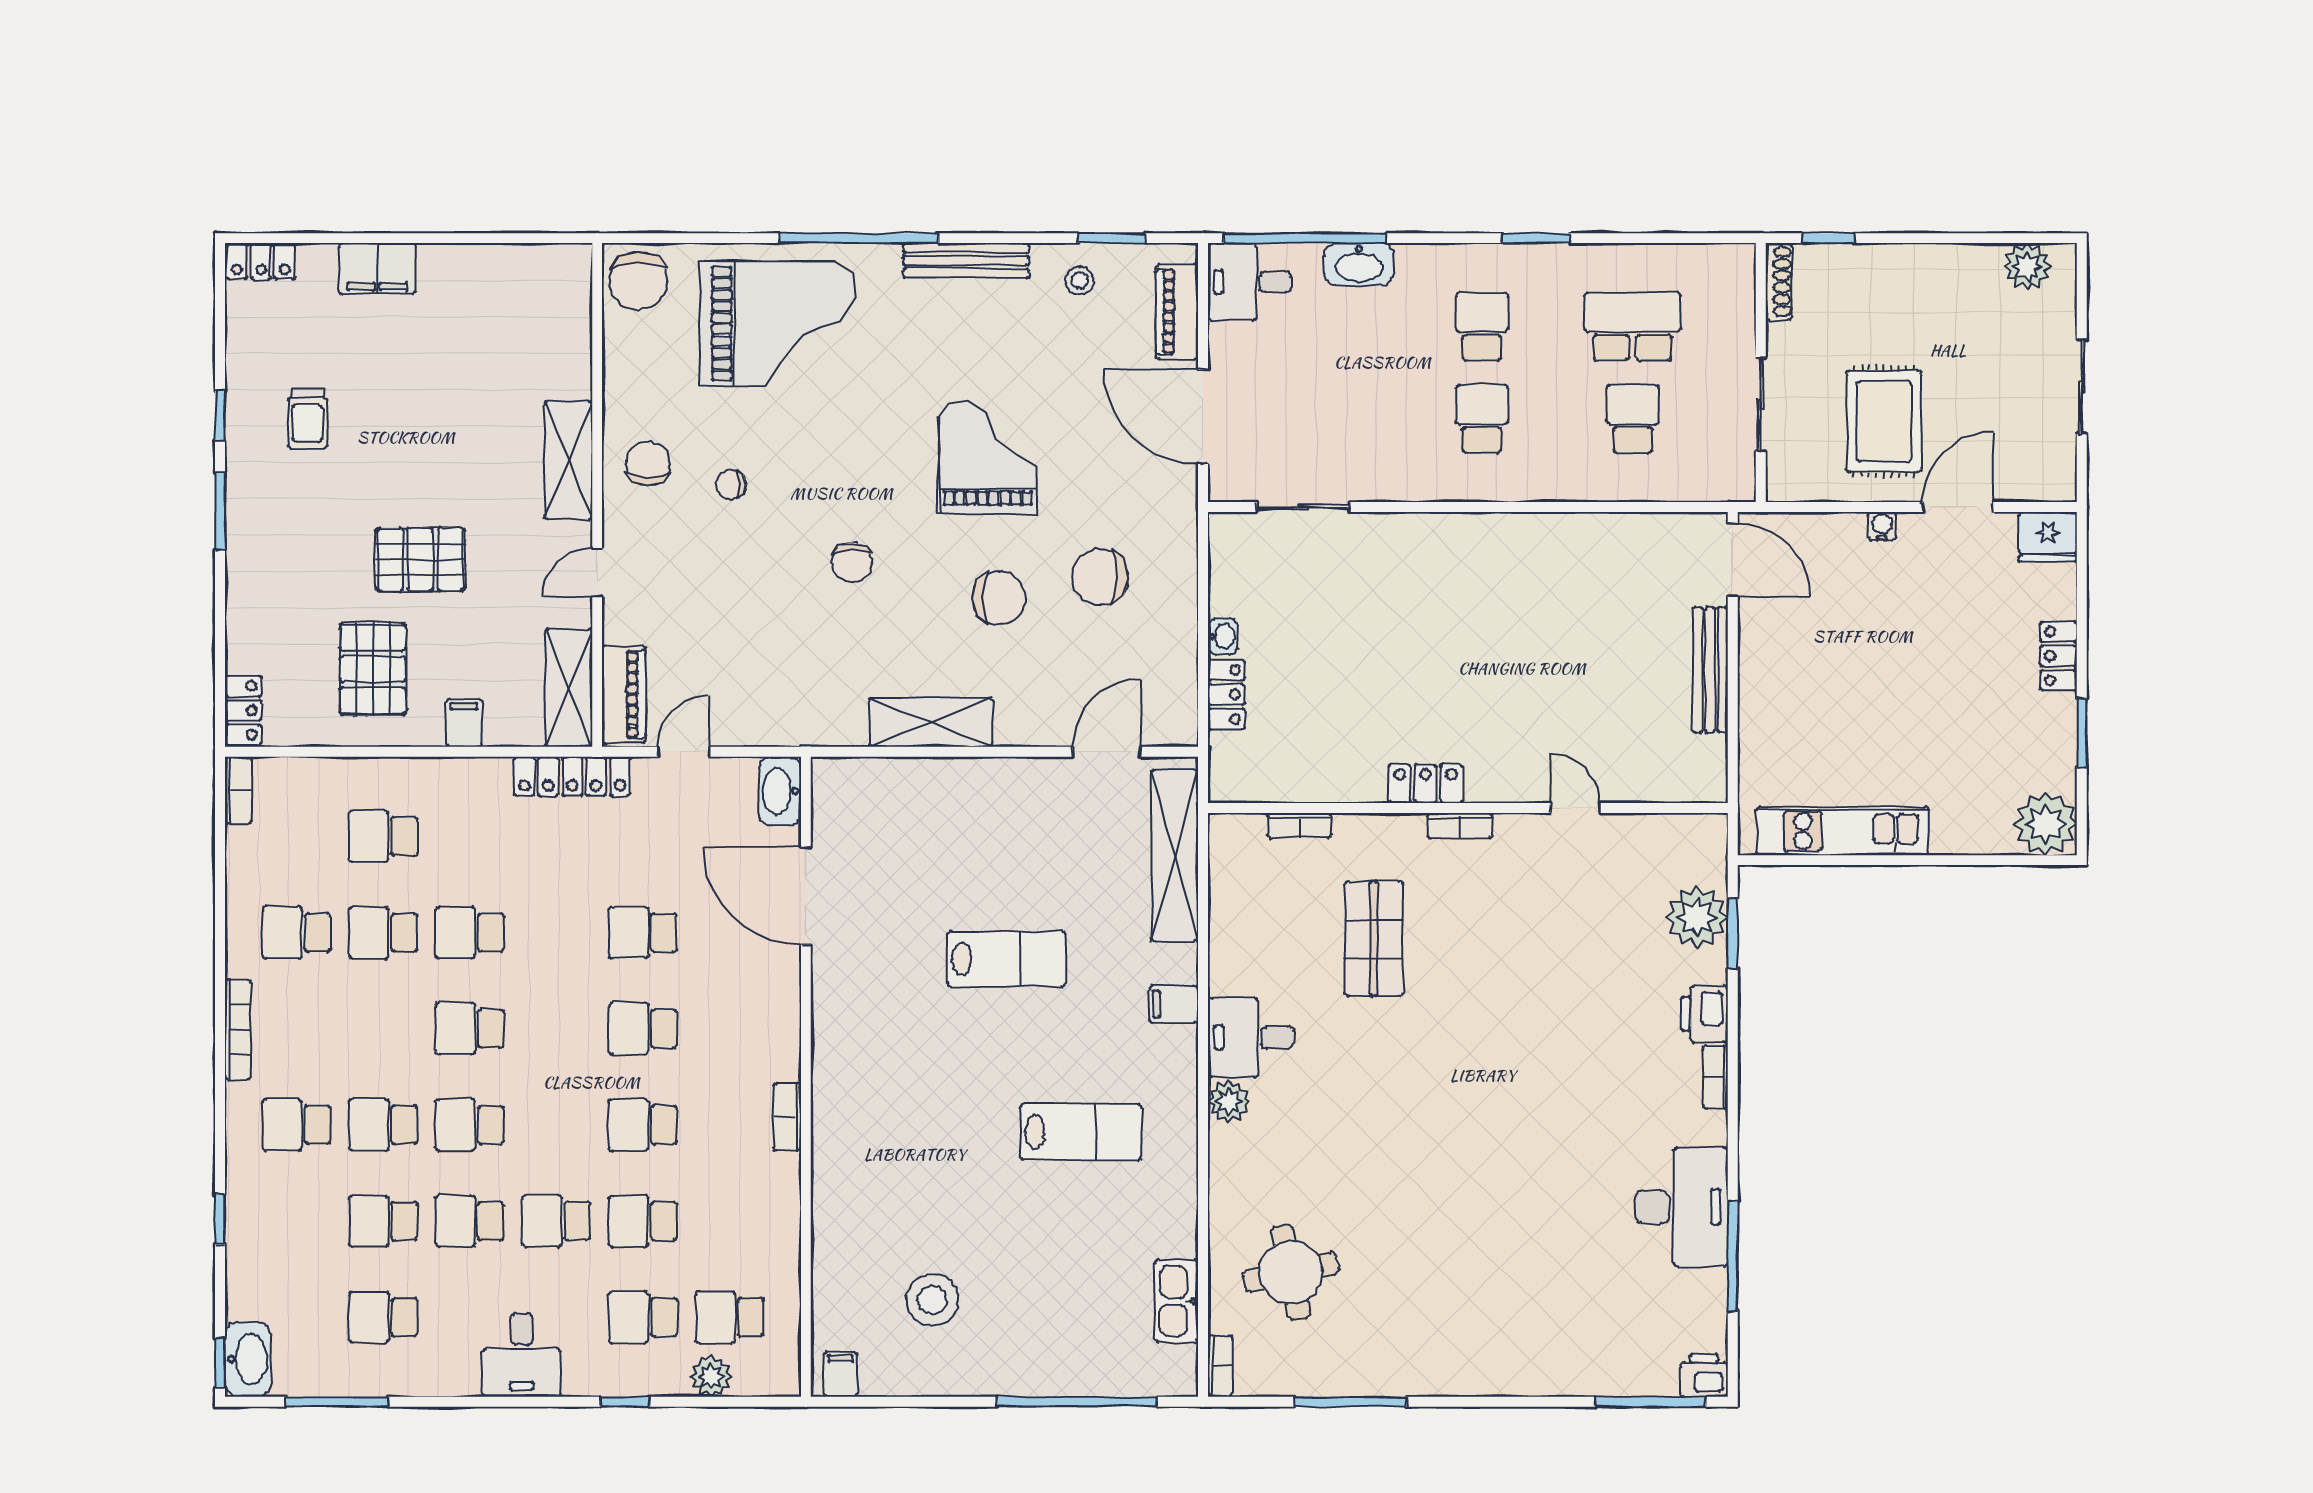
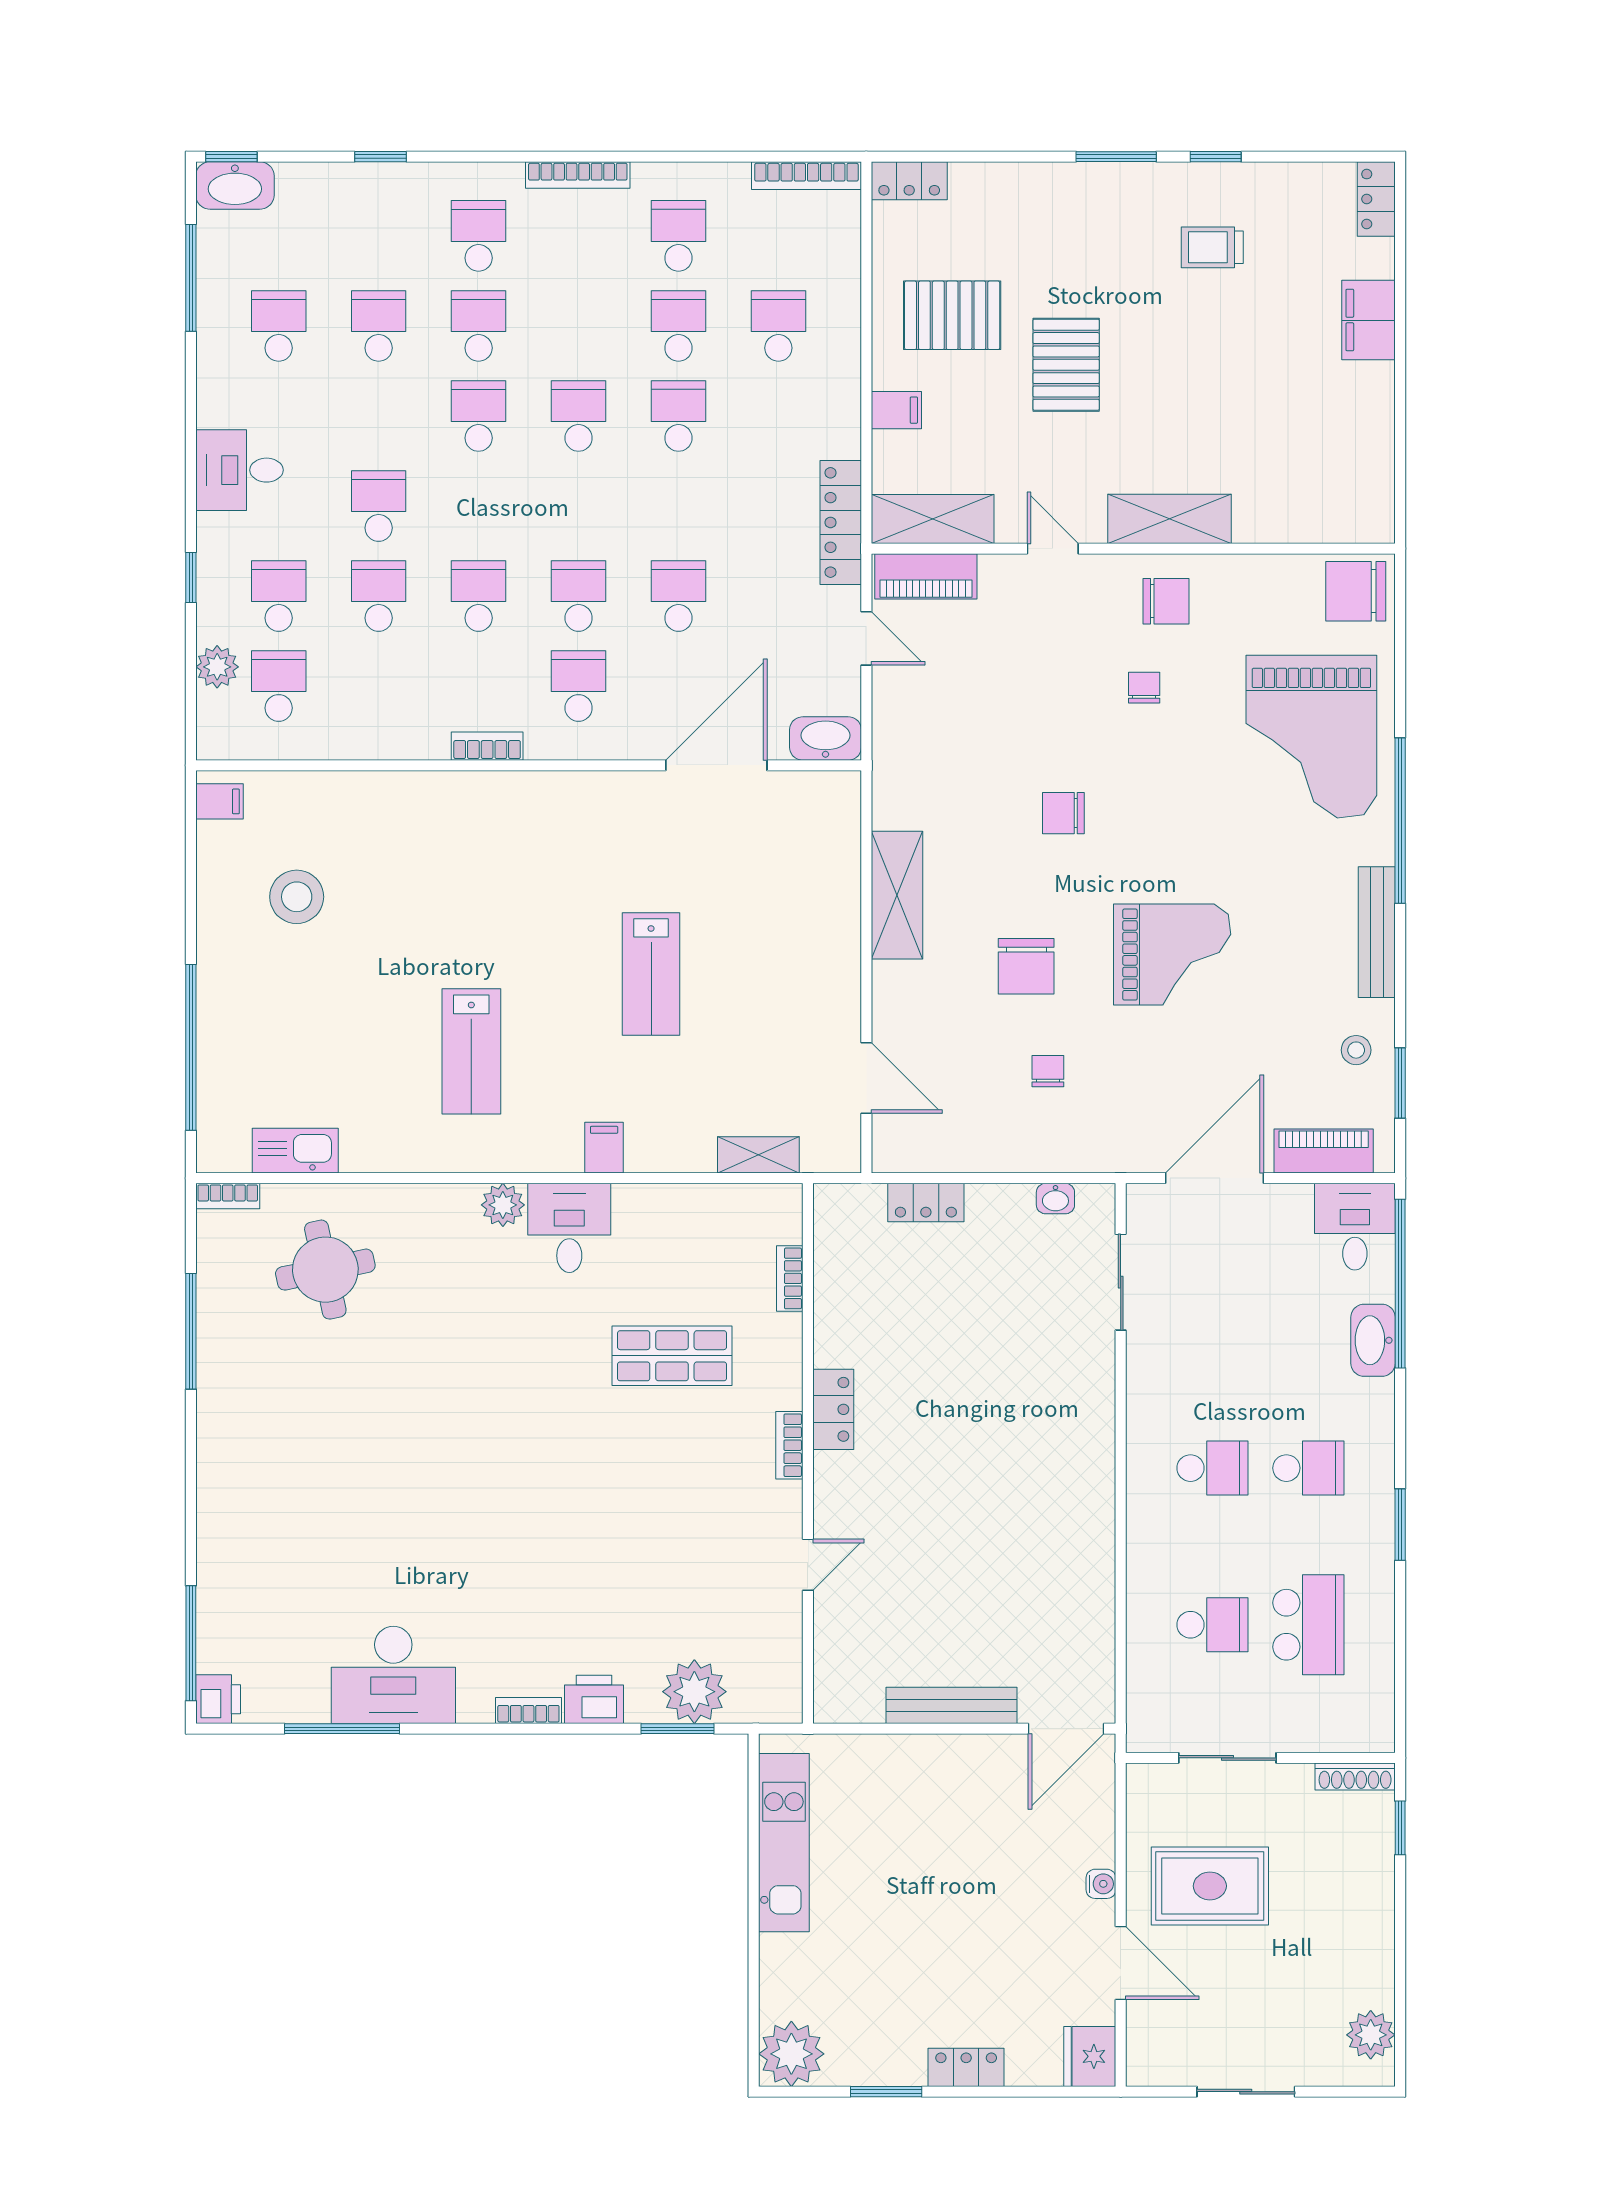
chair: (1100, 577) -> (1048, 1071), width x0.54, depth x0.54
washbasin: (1223, 636) -> (1055, 1199), moved
bookcase: (238, 790) -> (806, 176), width x1.56
shelving: (1175, 856) -> (758, 1155), width x0.45, depth x0.75
school desk: (470, 1221) -> (579, 686), moved

